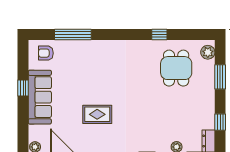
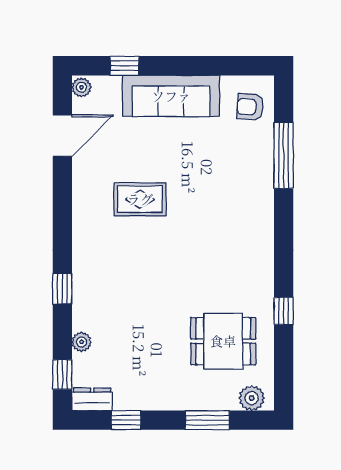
armchair: (46, 53) -> (250, 107), turned -87
window: (23, 88) -> (124, 66), moved
rug: (97, 114) -> (140, 199), turned 90

